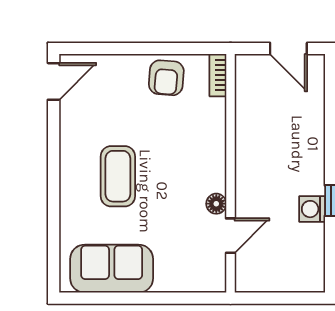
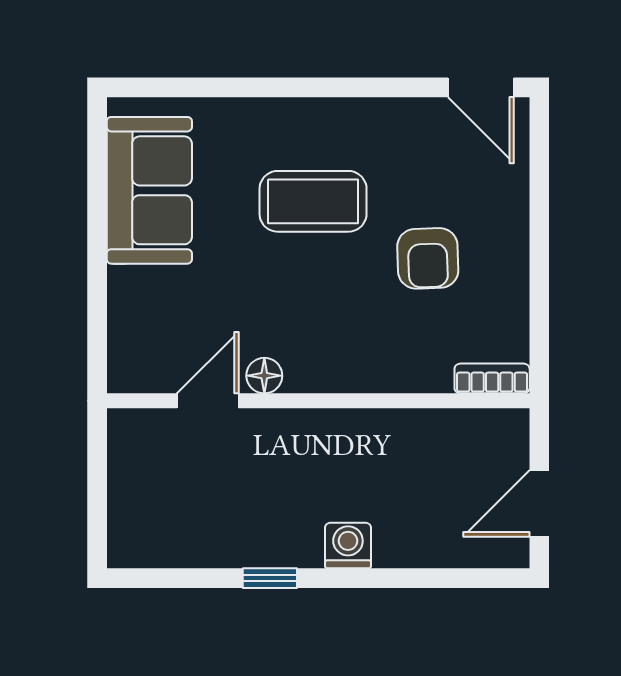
armchair: (166, 78) -> (428, 258), moved, turned -97
washing machine: (312, 209) -> (348, 545), moved
door: (230, 236) -> (208, 401), swing flipped

